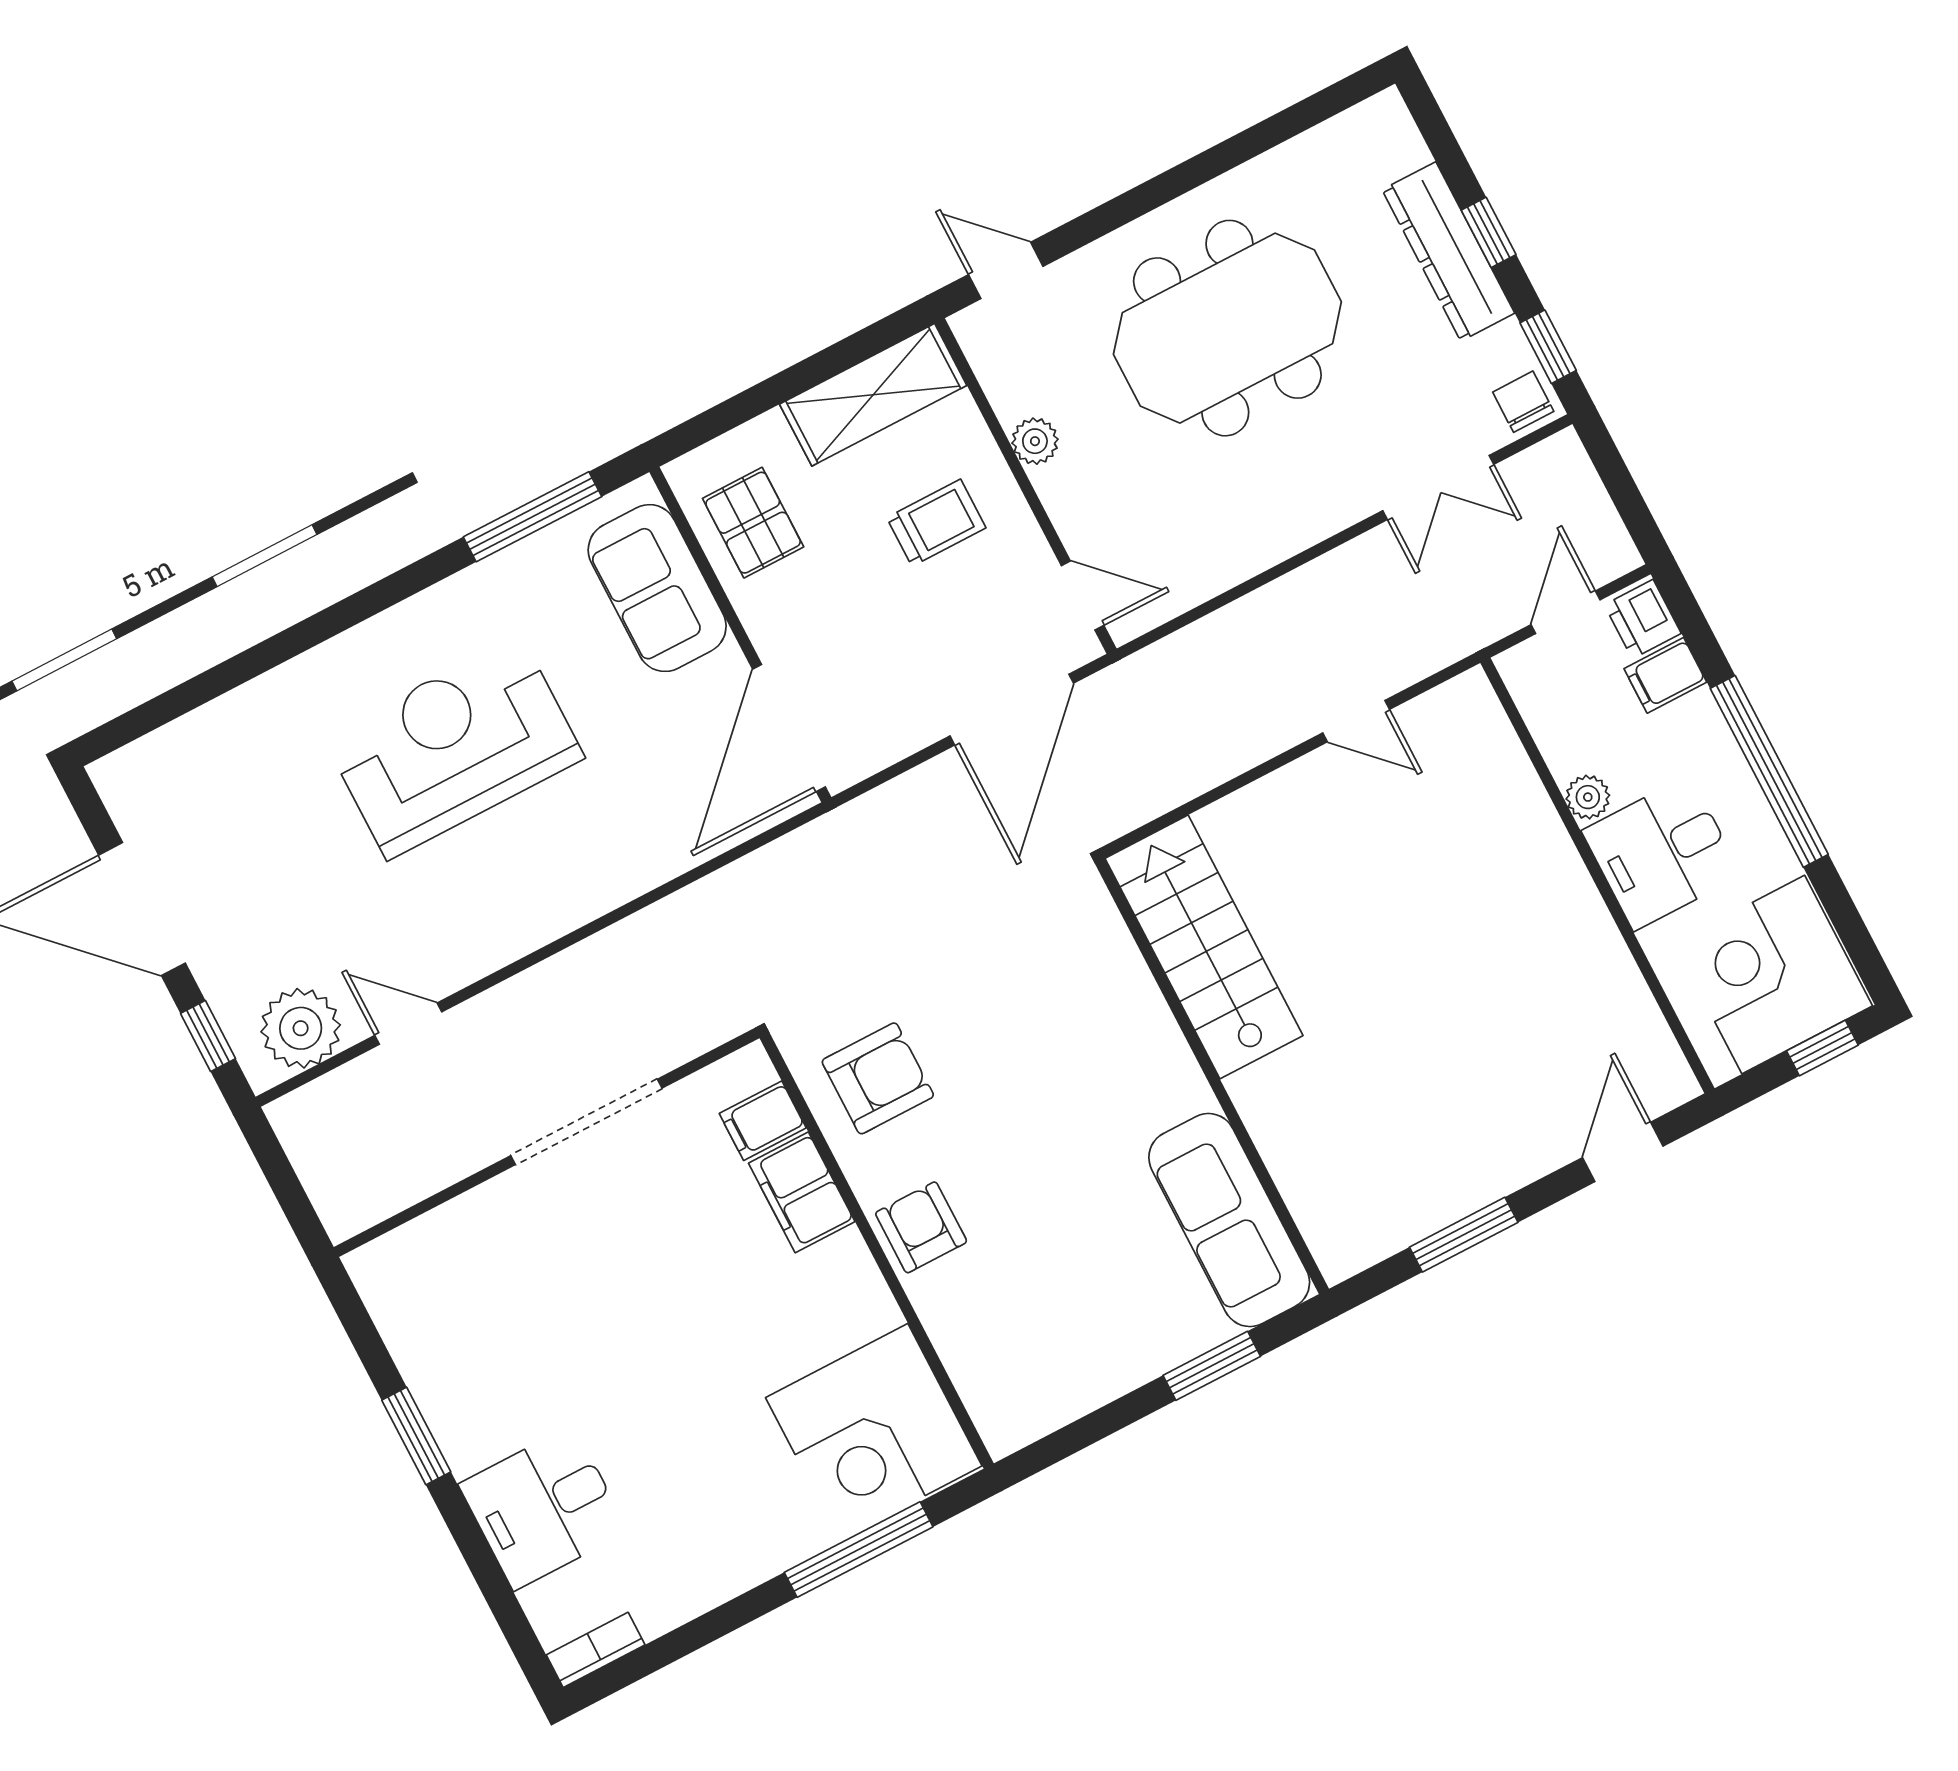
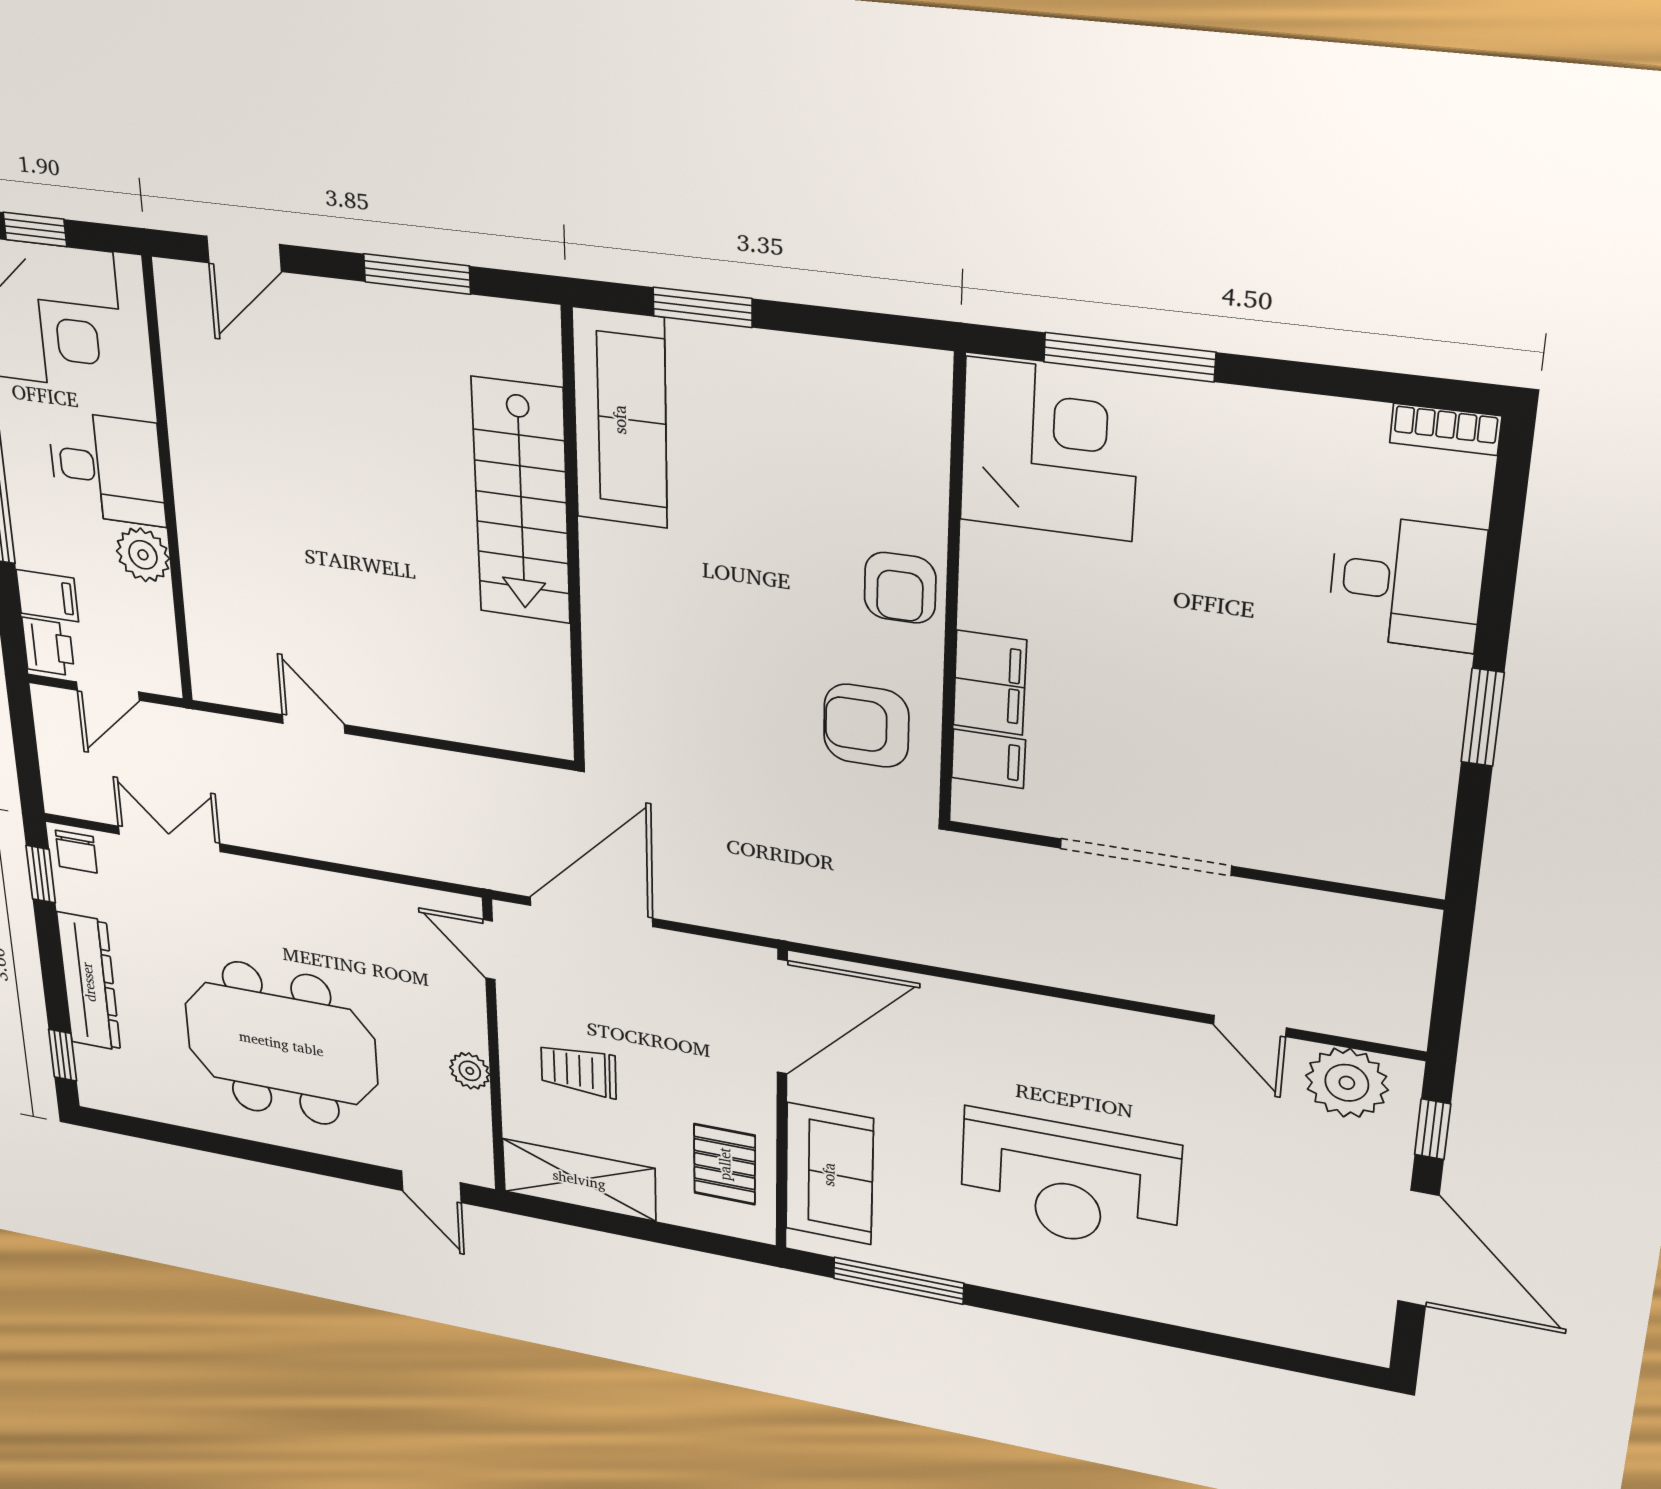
window: (1489, 232) -> (63, 1055), moved
plant: (1588, 797) -> (143, 555), width x1.38, depth x1.38
stairs: (1204, 947) -> (521, 501), moved

